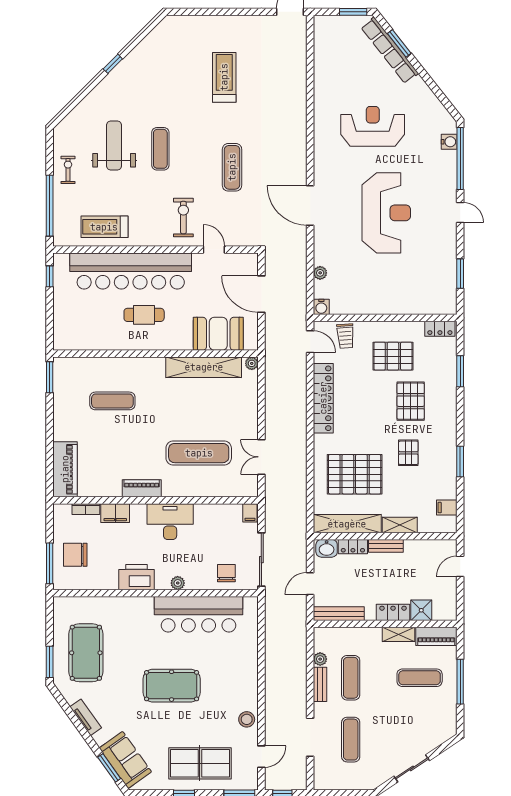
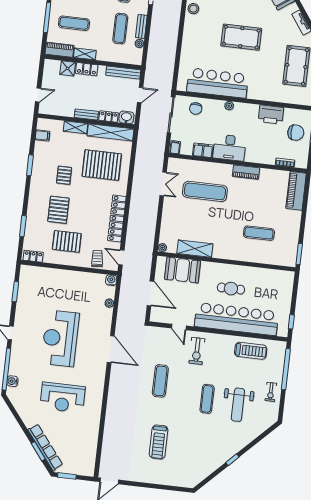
shelving: (204, 367) -> (195, 249), width x0.68
filing cabinet: (115, 513) -> (203, 150), moved
printer: (136, 577) -> (271, 115), moved

